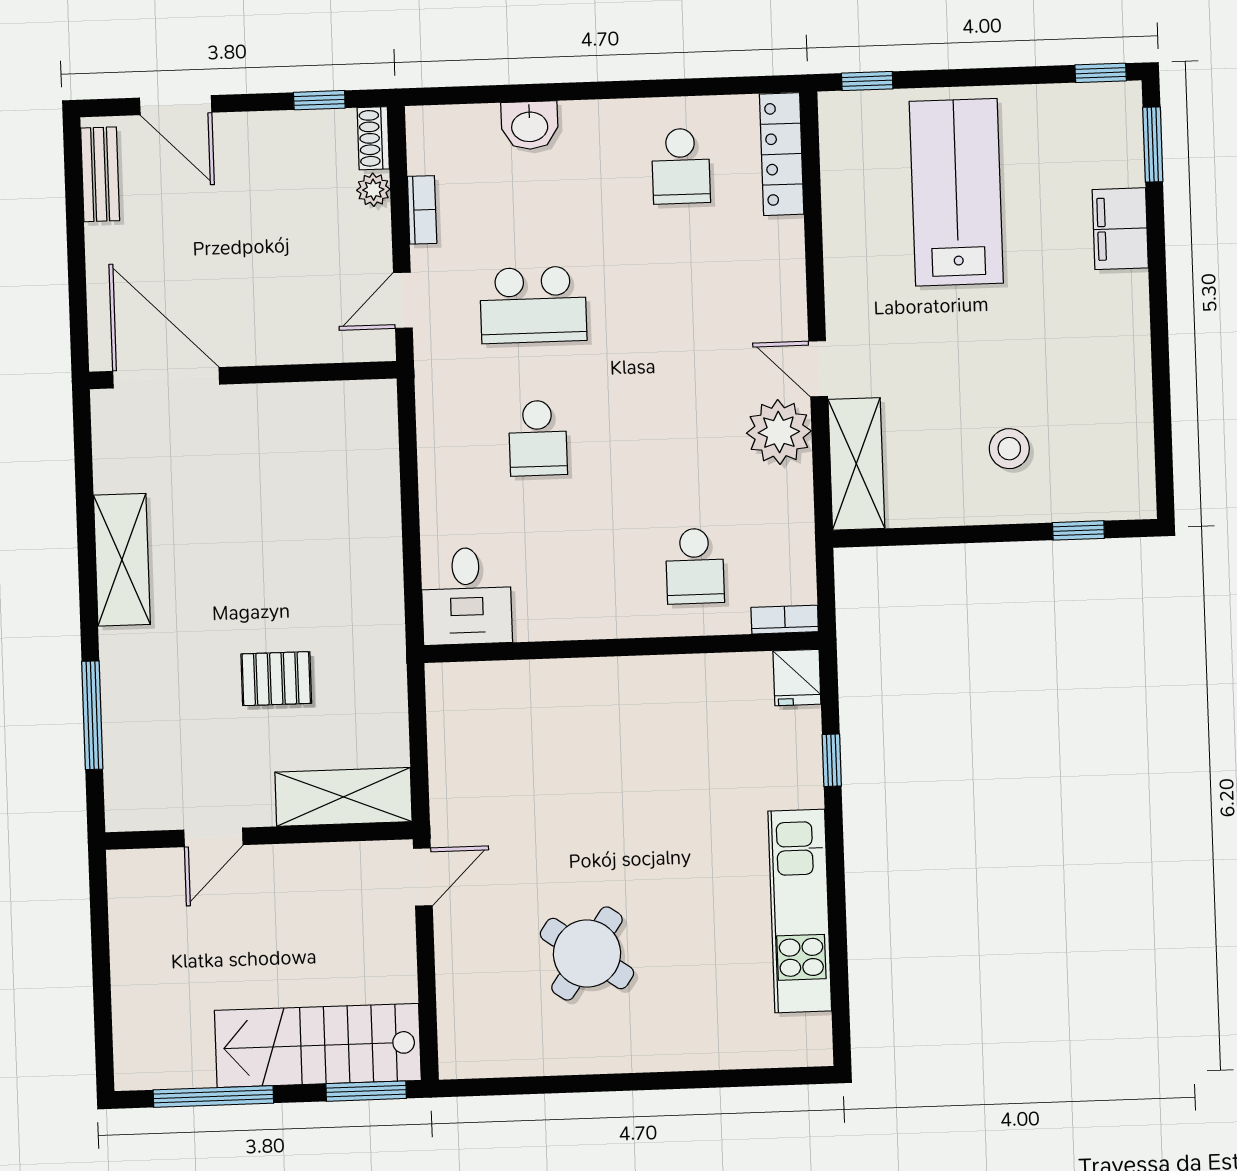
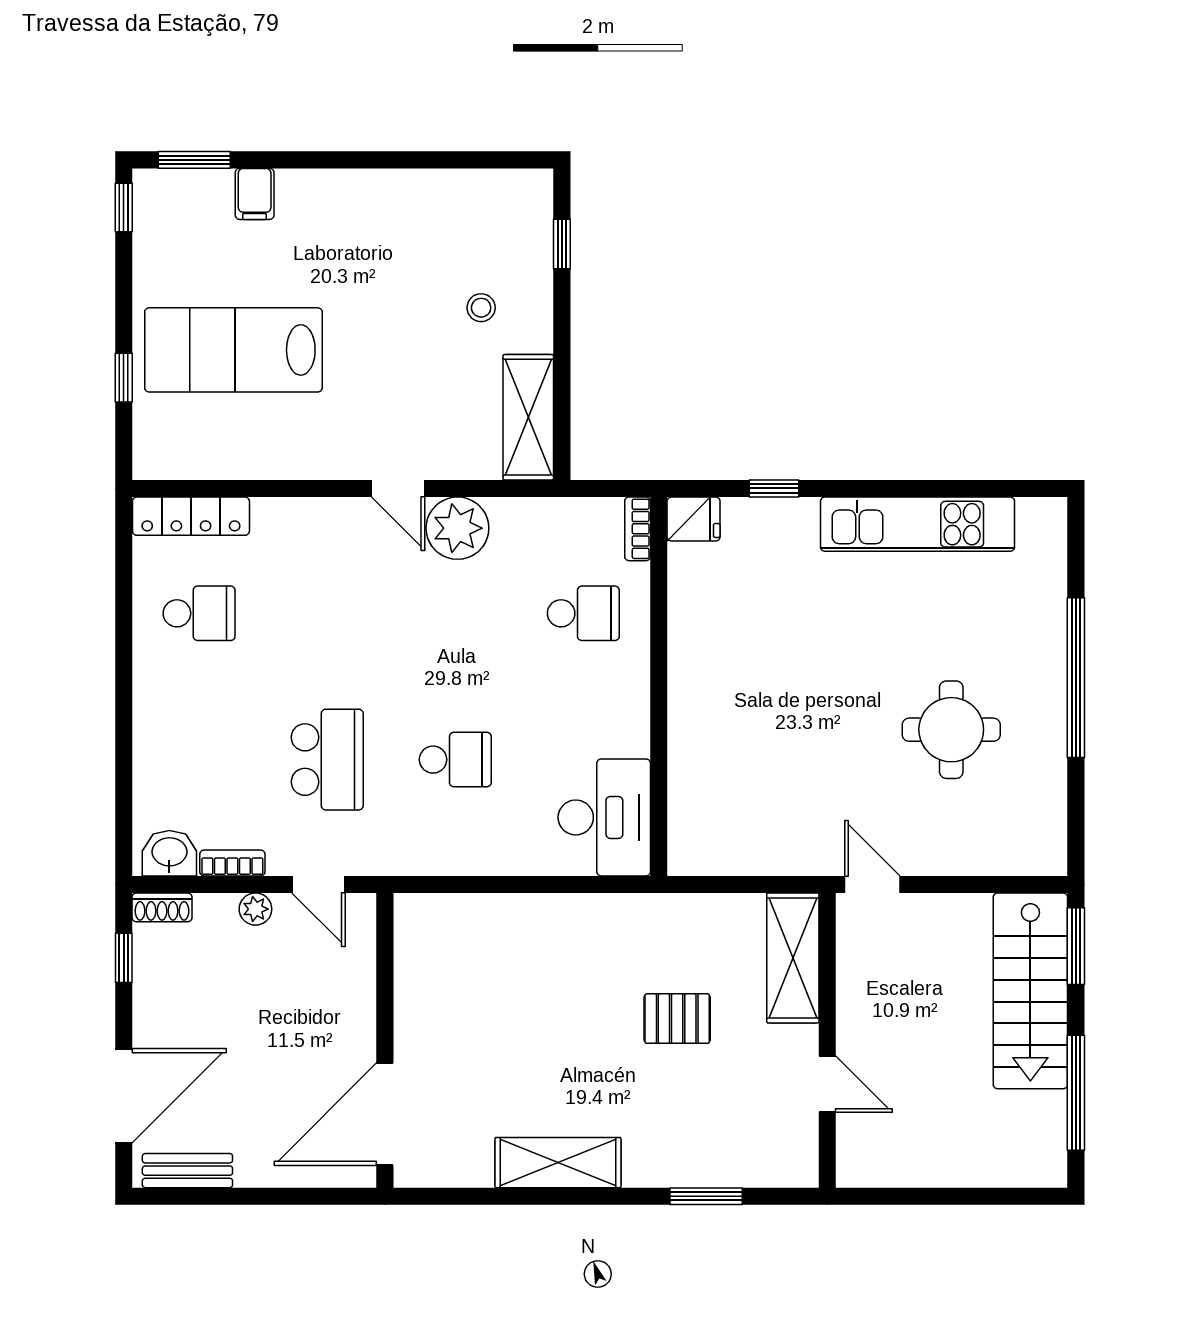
window: (867, 81) -> (124, 378), moved
door: (176, 105) -> (124, 1096), width x1.36
washbasin: (530, 125) -> (169, 853), moved, turned -90
plant: (373, 190) -> (255, 909), moved
filing cabinet: (1120, 229) -> (255, 194), width x0.50
door: (818, 369) -> (398, 488), hinge flipped
stool: (1009, 449) -> (481, 308), width x0.73, depth x0.73
shelving: (856, 464) -> (528, 417), moved, turned 90
desk: (466, 596) -> (604, 817), width x1.37
pallet: (276, 679) -> (677, 1019), turned 90
window: (92, 715) -> (706, 1196), width x0.69
round table: (587, 954) -> (951, 730), turned -35
window: (646, 1081) -> (1076, 678), added

